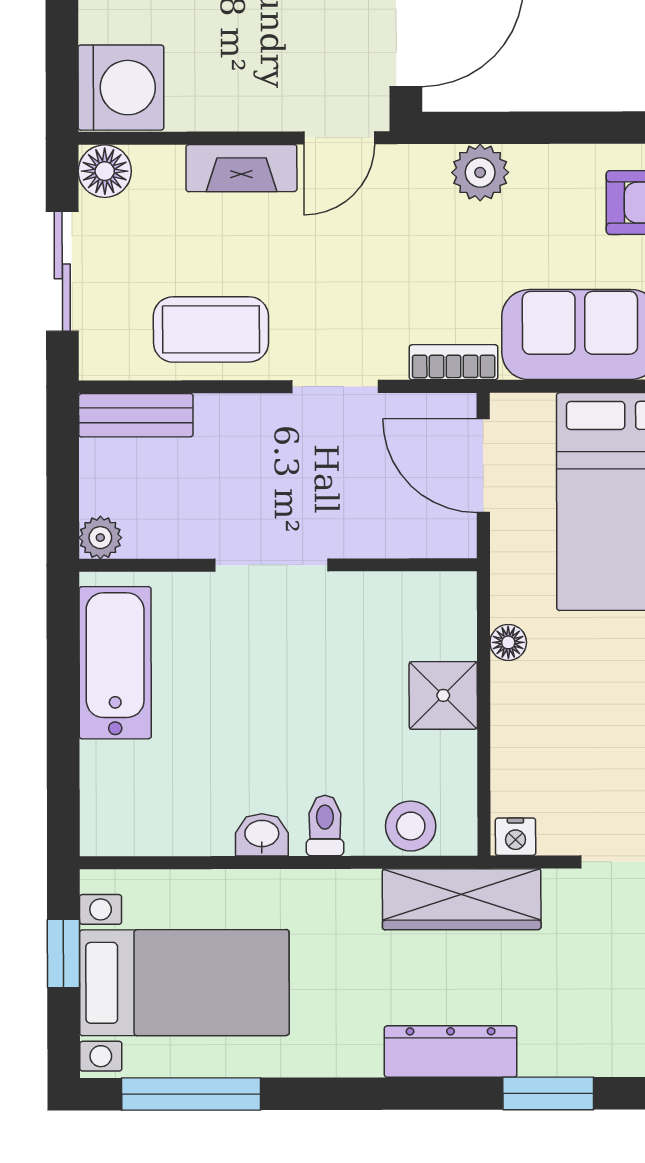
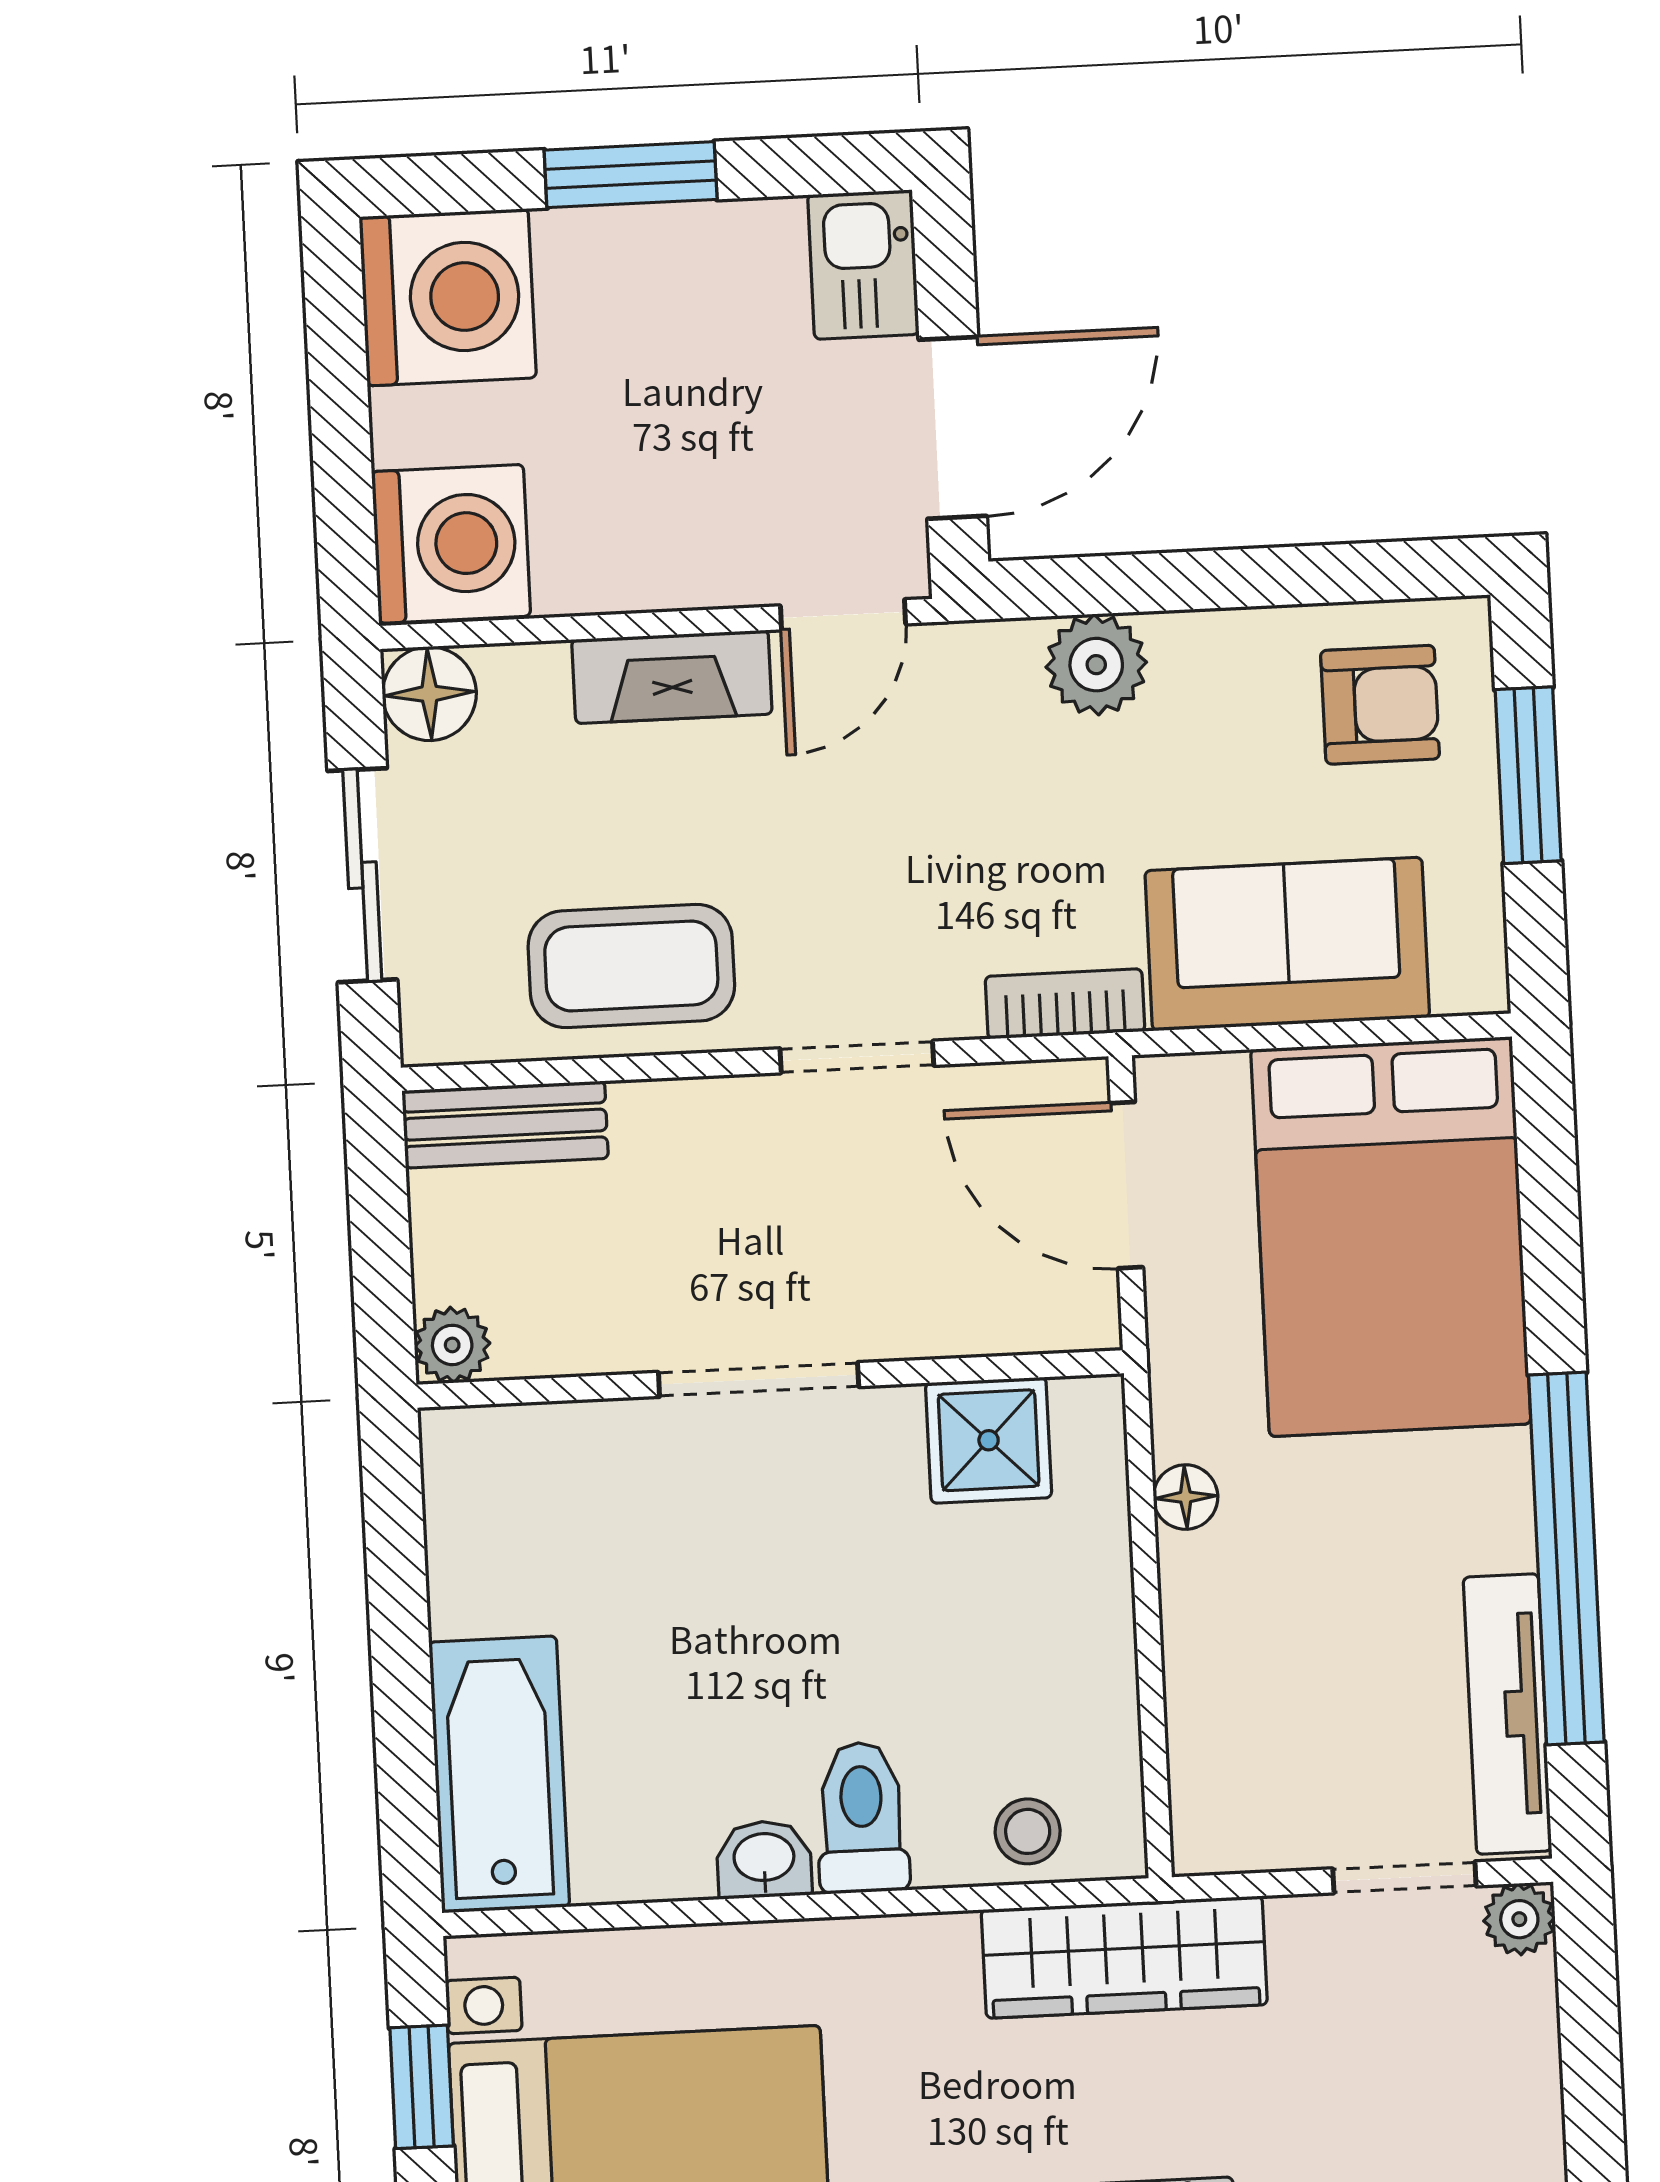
bathtub: (115, 663) -> (499, 1774), moved
shower: (443, 695) -> (989, 1440), moved
toilet: (325, 826) -> (862, 1817), width x1.37, depth x1.39
stool: (411, 826) -> (1028, 1831), width x0.73, depth x0.73
nightstand: (516, 837) -> (1215, 1841), removed

